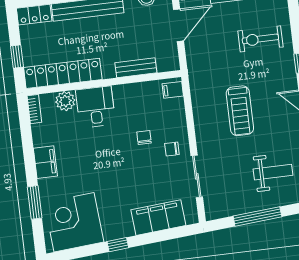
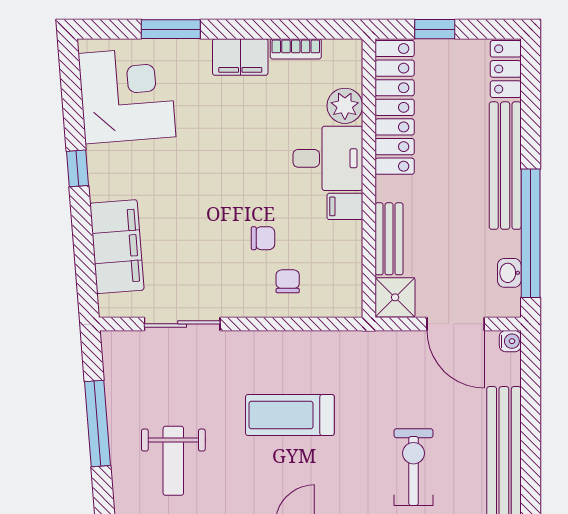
shower: (168, 60) -> (395, 297), added
filing cabinet: (173, 90) -> (345, 206), moved, turned -90
bookcase: (34, 109) -> (296, 49), moved
chair: (172, 149) -> (288, 281), moved

